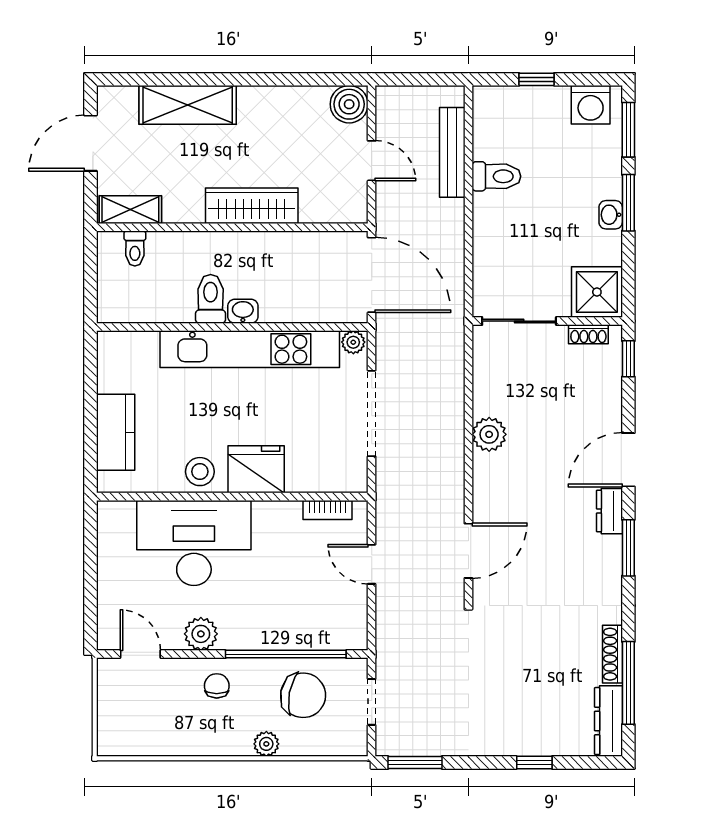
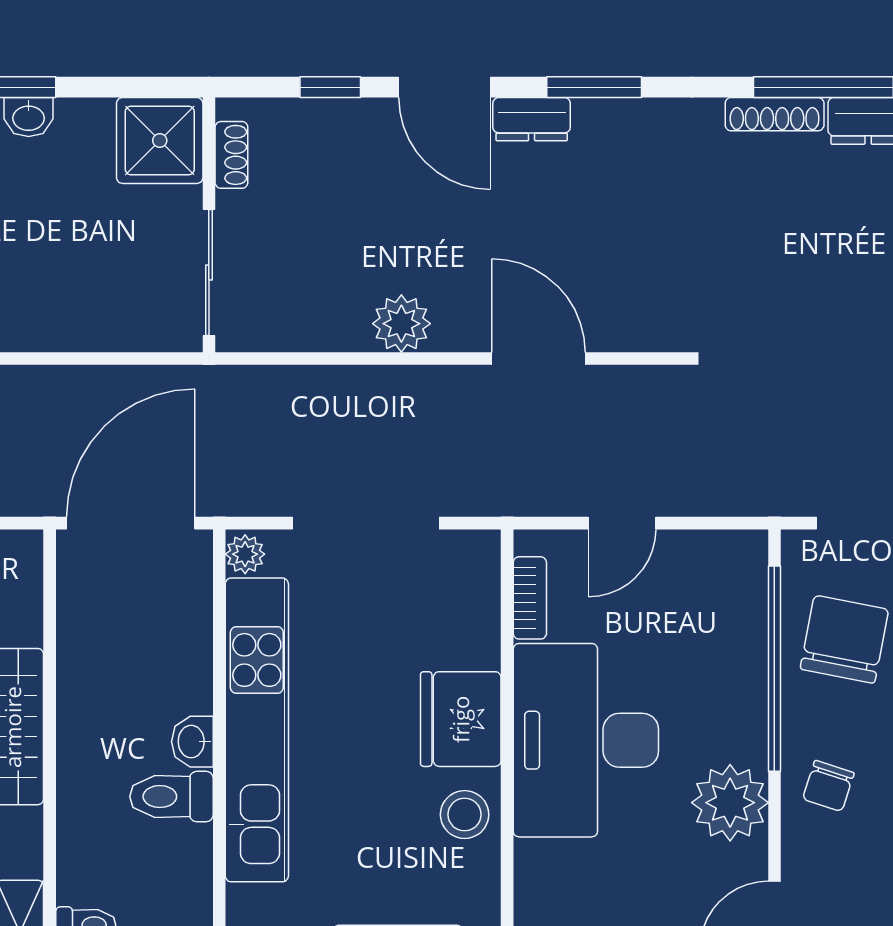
window: (628, 359) -> (330, 87), moved
desk: (194, 543) -> (586, 740), moved
door: (468, 551) -> (539, 359), moved
plant: (201, 634) -> (730, 803), width x1.36, depth x1.36
chair: (217, 686) -> (828, 786), turned -72

